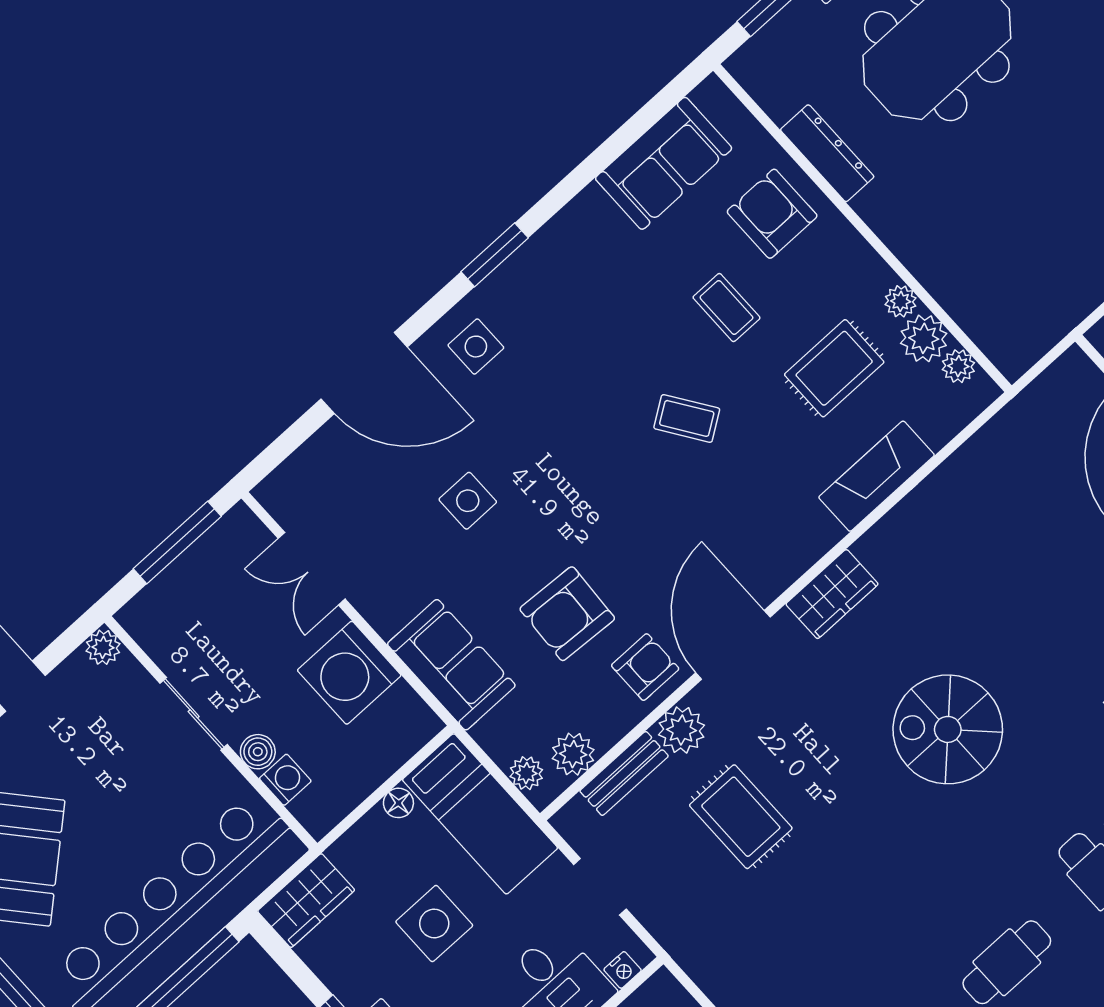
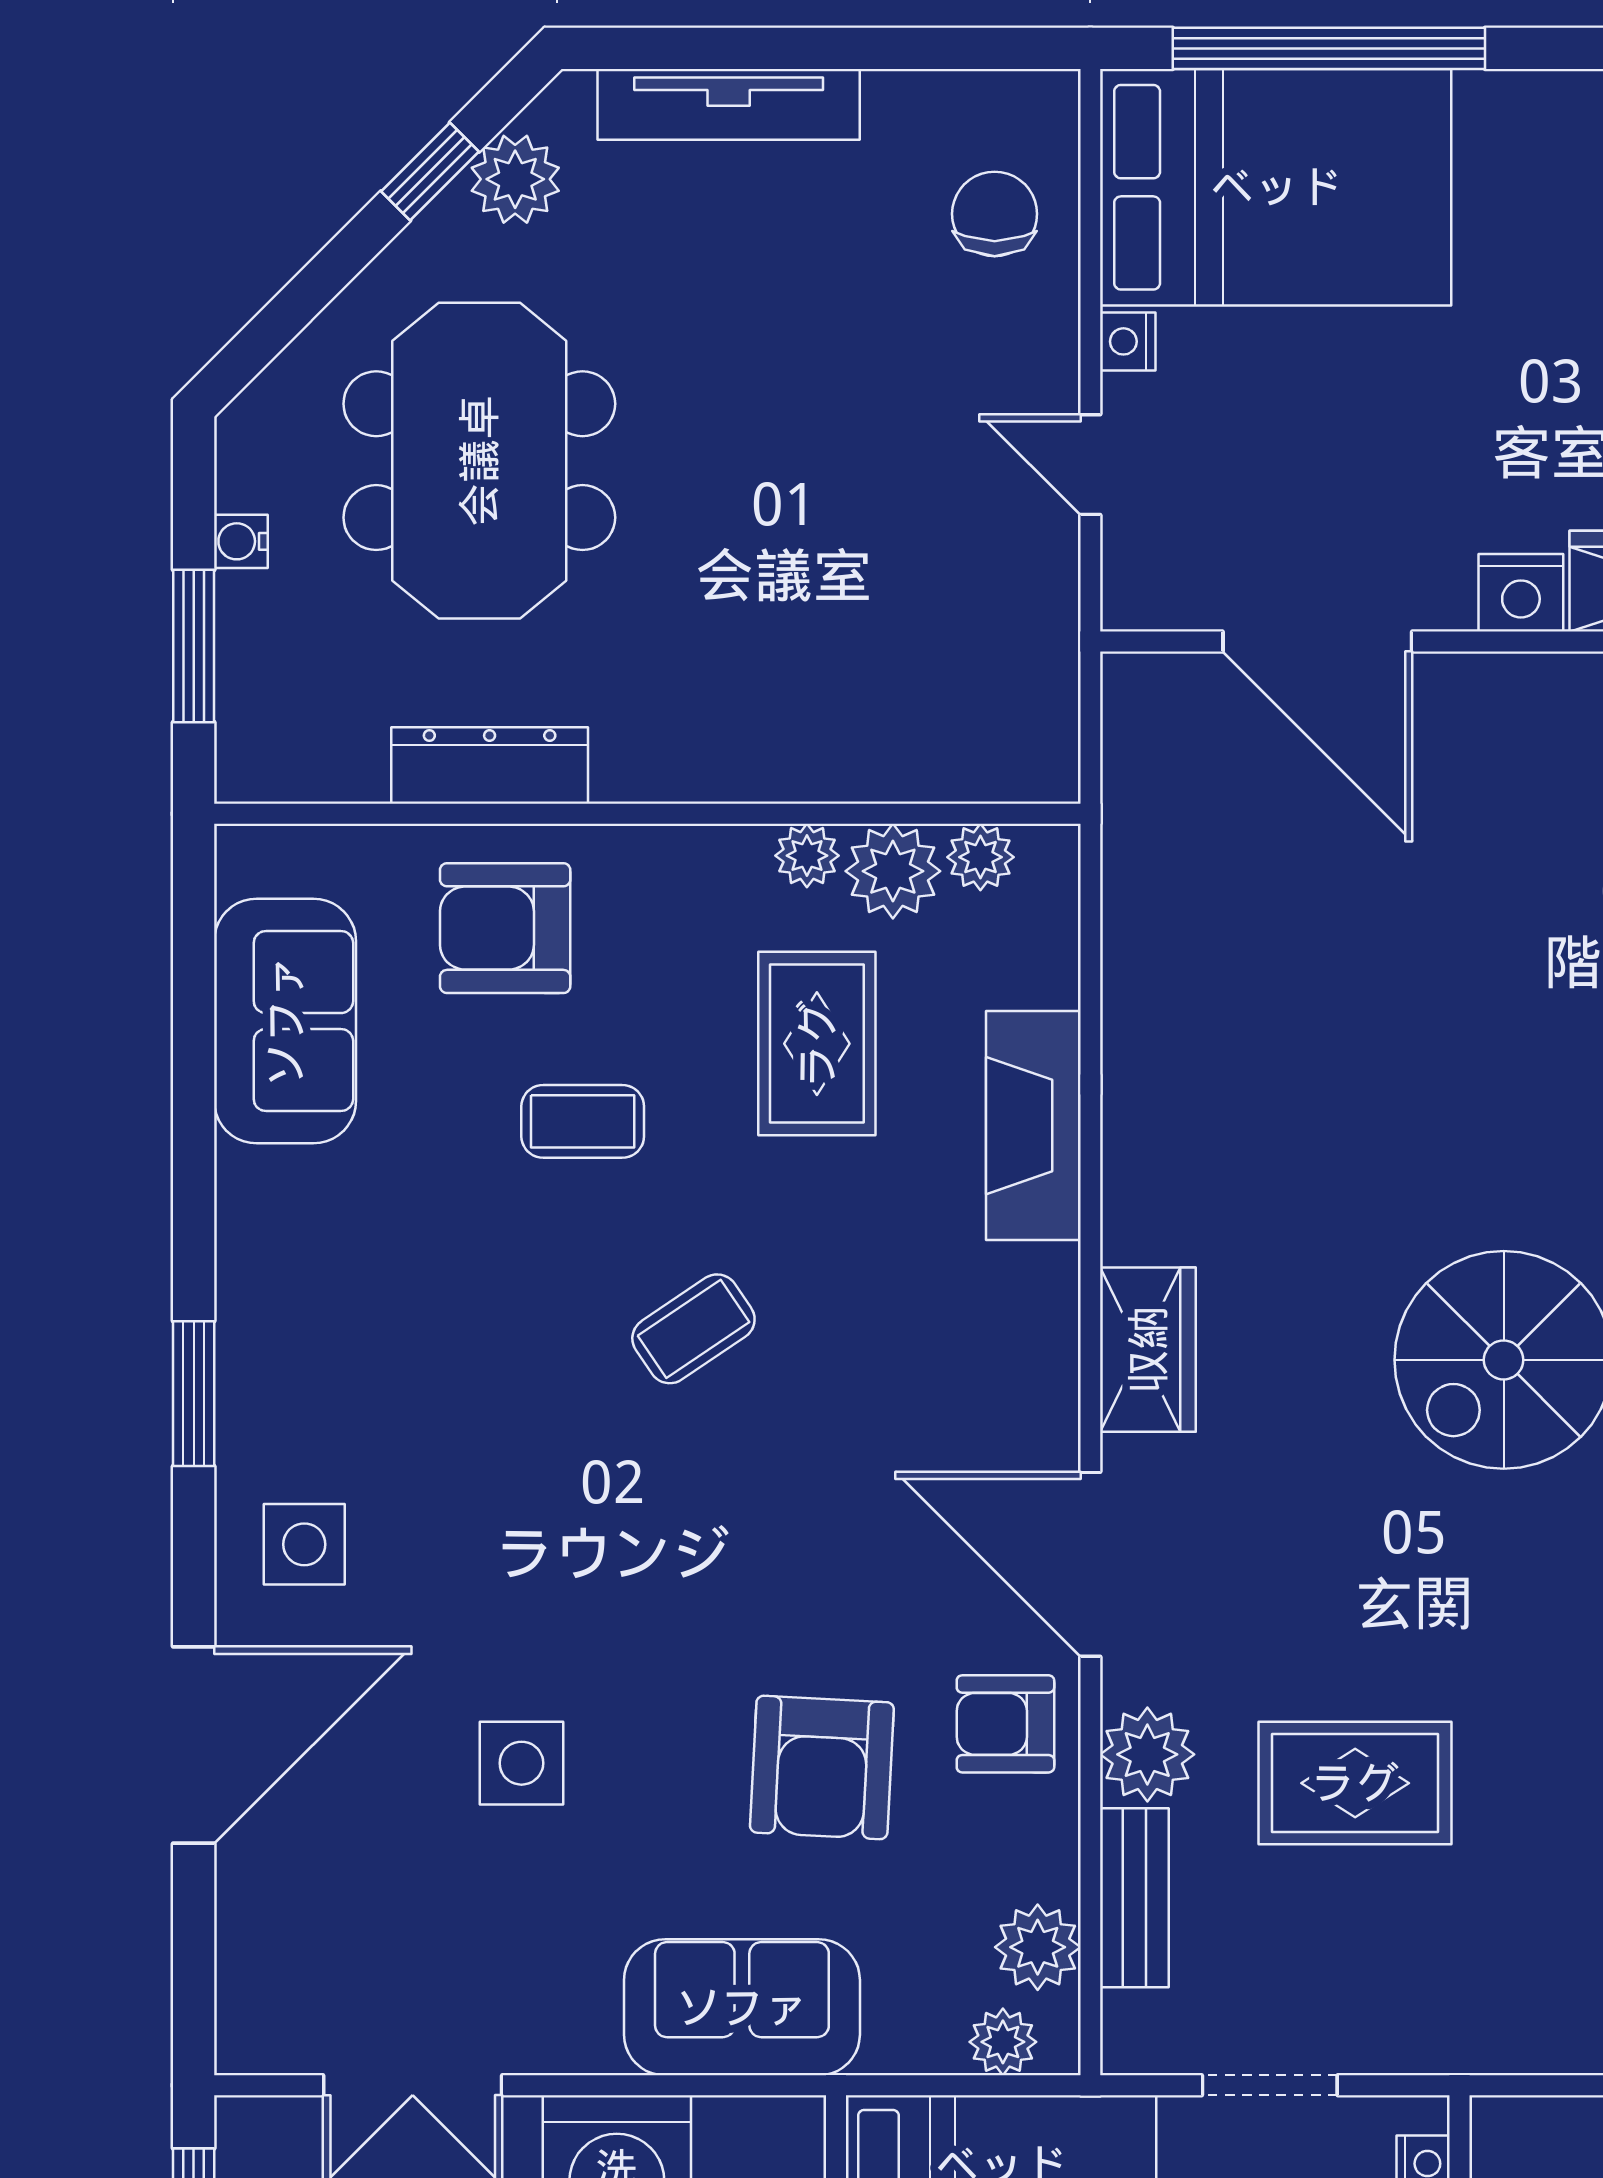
armchair: (645, 667) -> (1005, 1724), turned -90

